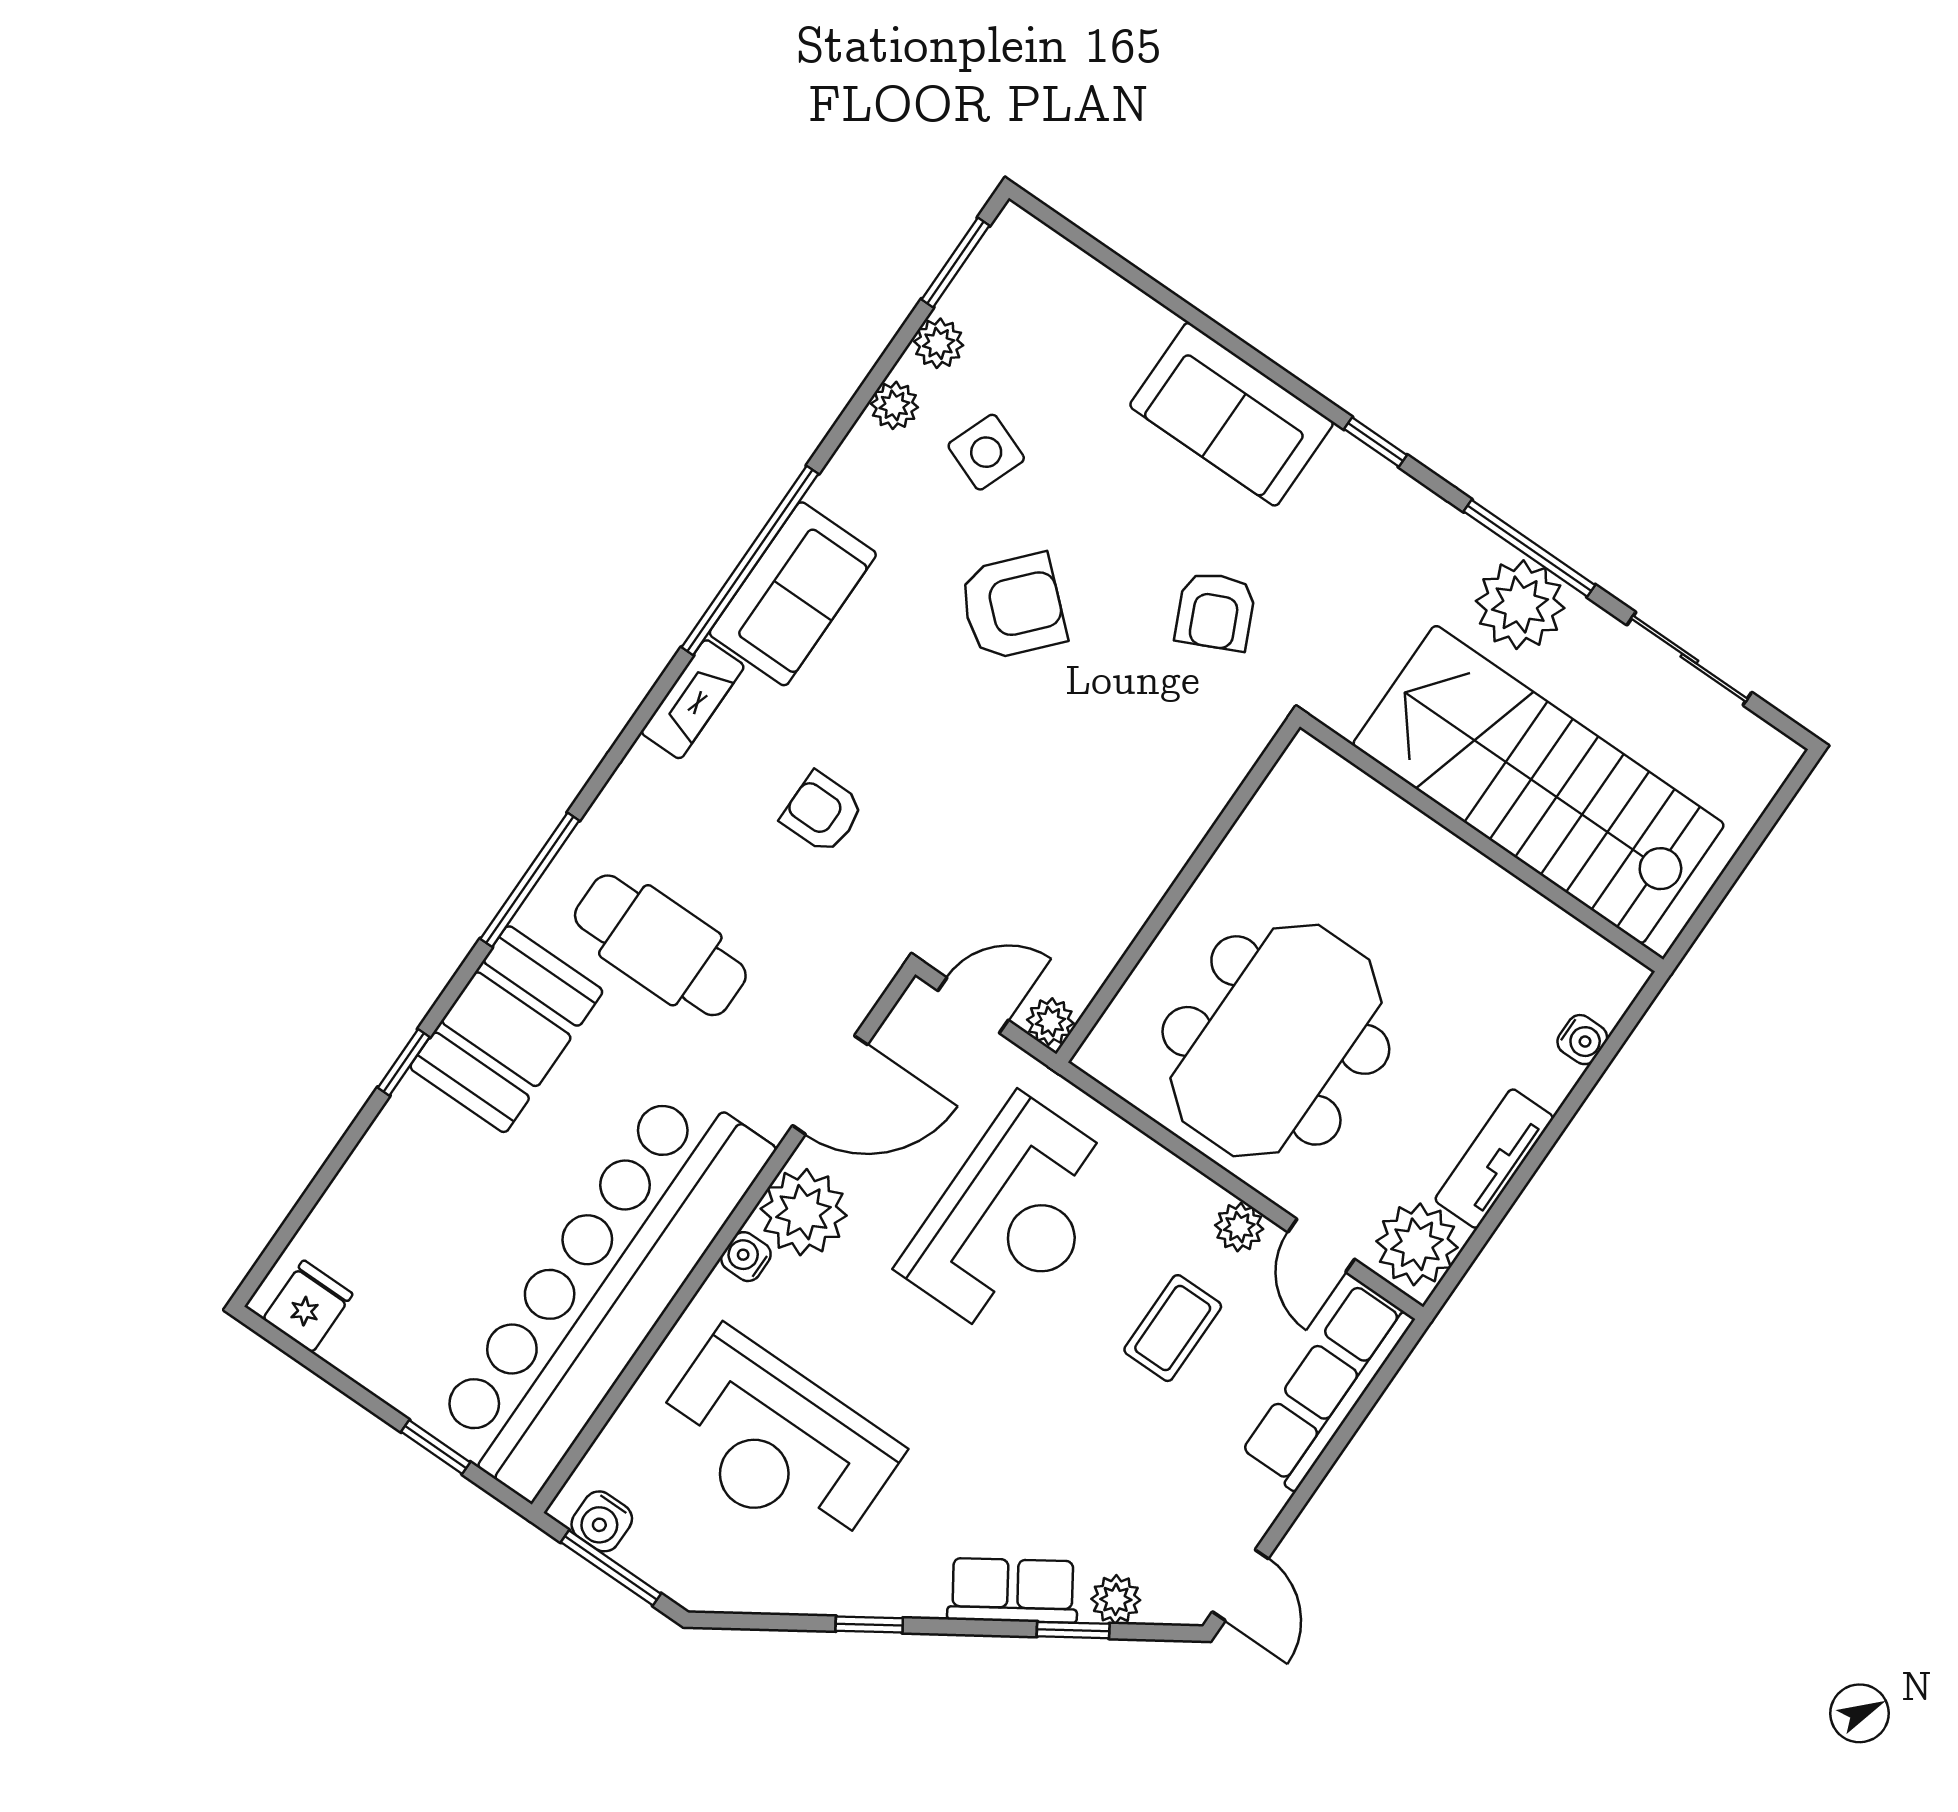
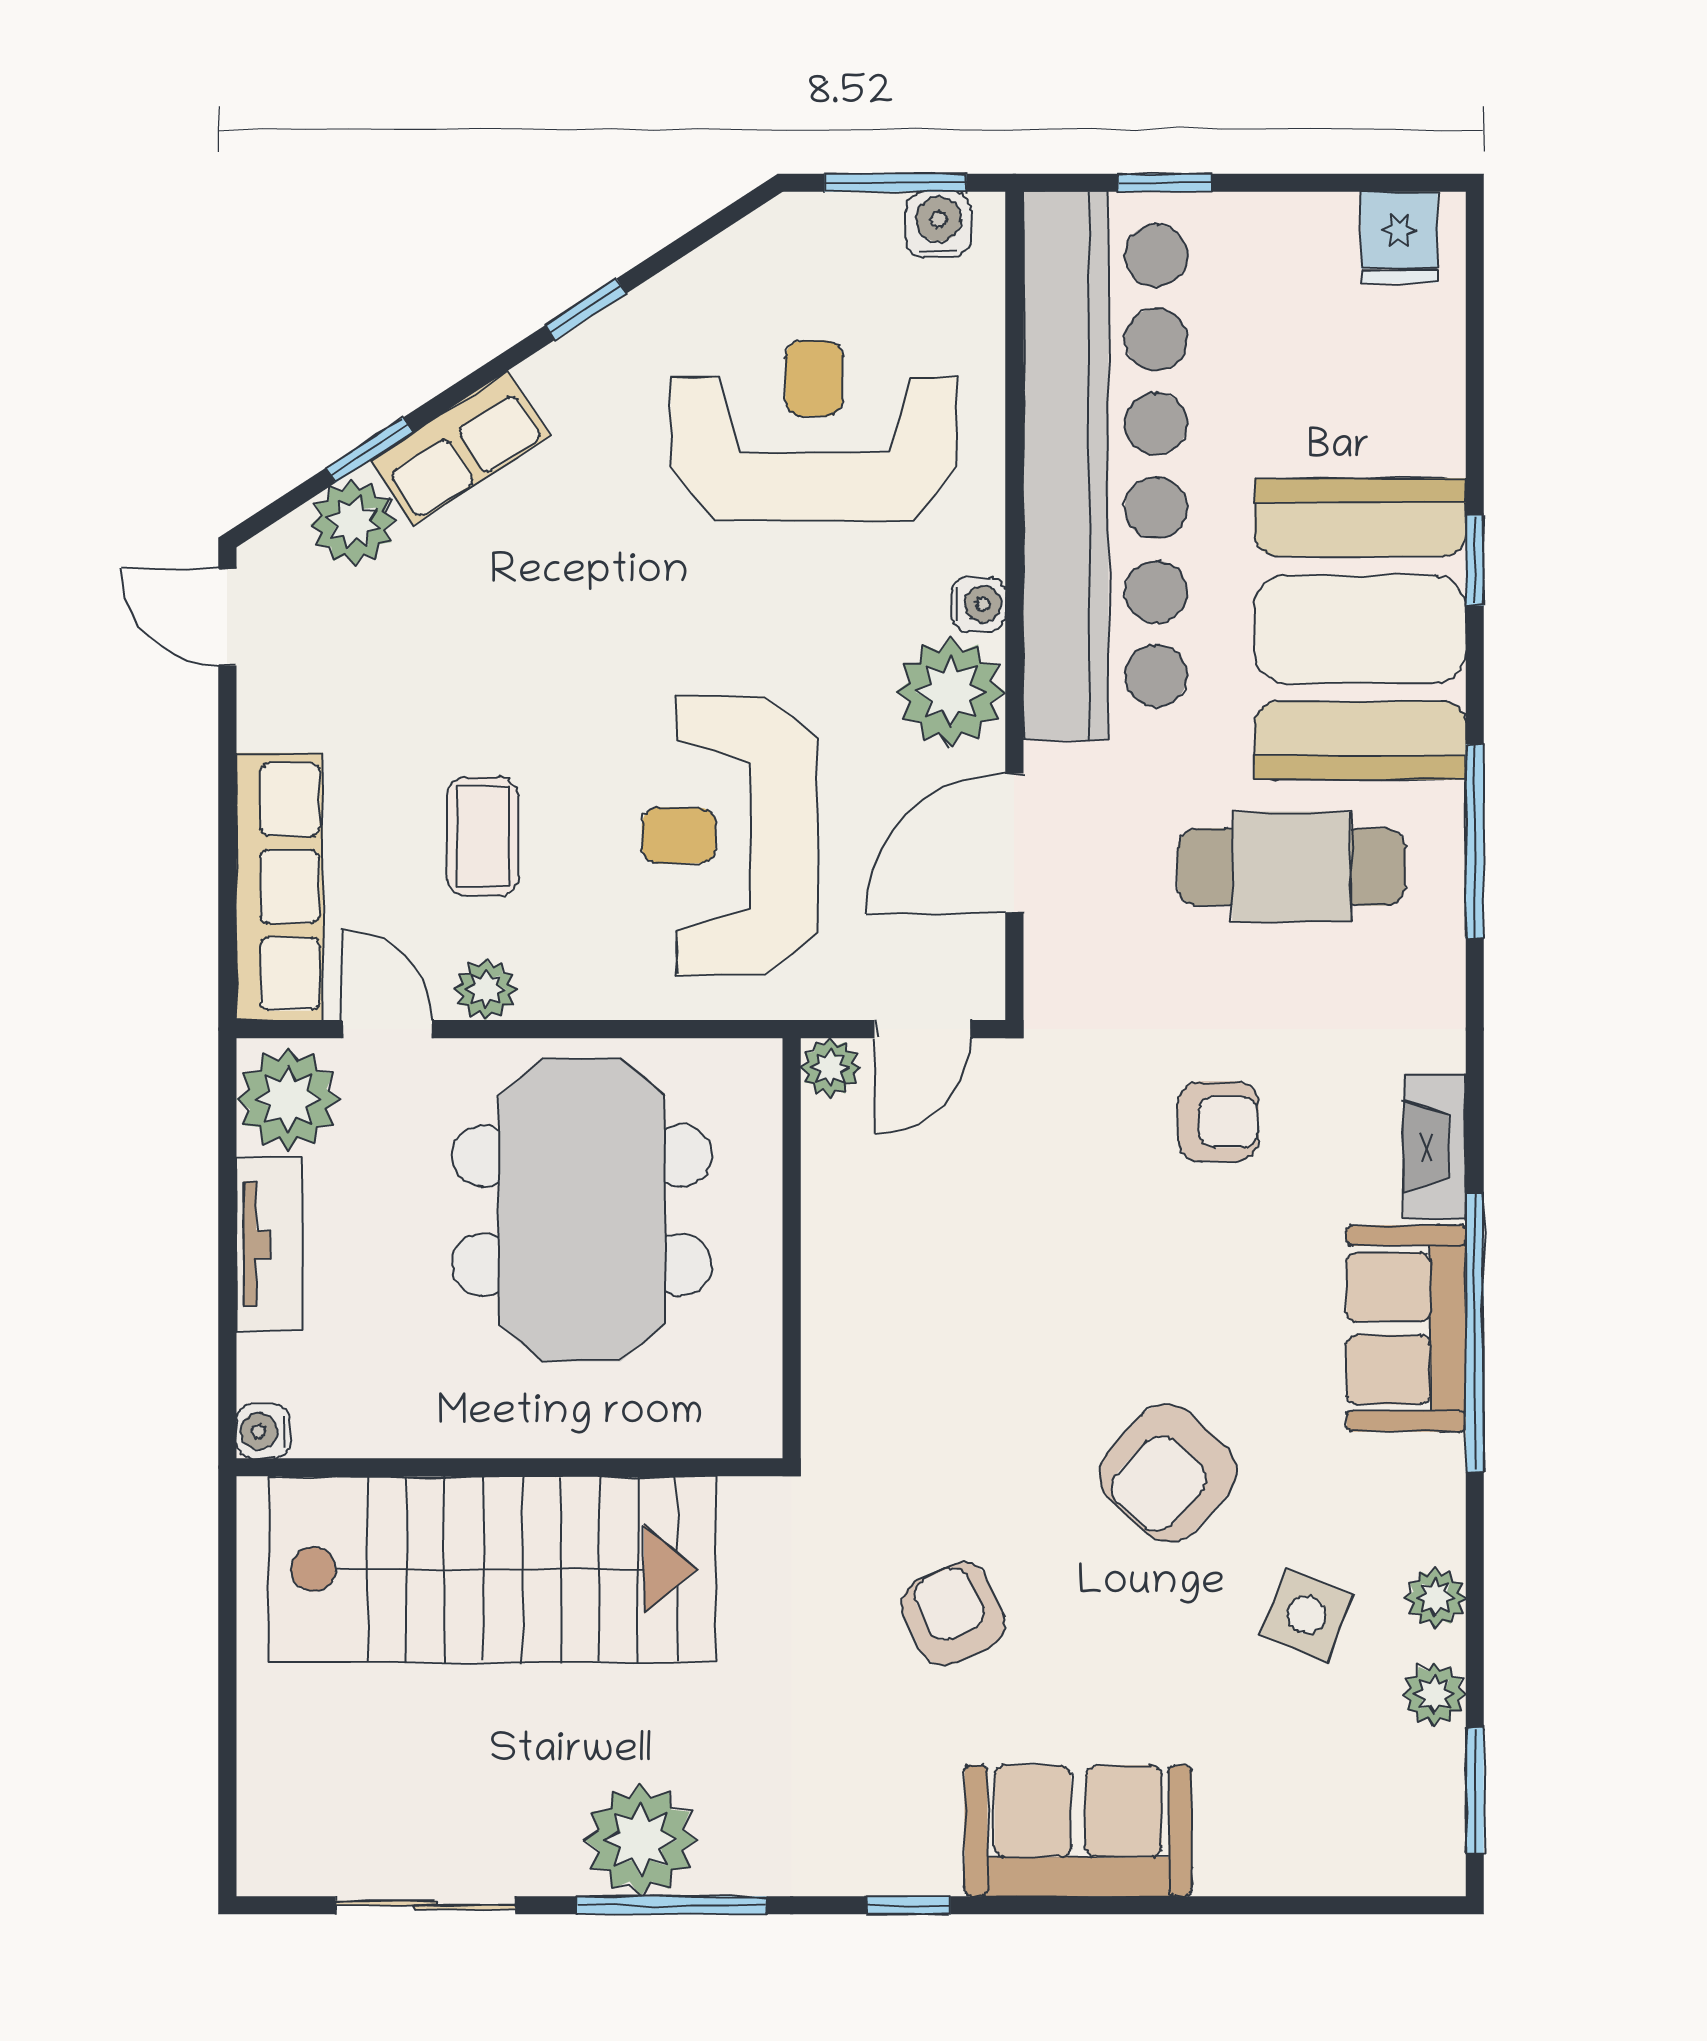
stairs: (1538, 784) -> (492, 1569), moved
wall: (1481, 843) -> (509, 1467), moved
booth: (506, 1029) -> (1360, 629), width x1.36, depth x1.42
plant: (1116, 1599) -> (353, 523), width x1.38, depth x1.38

